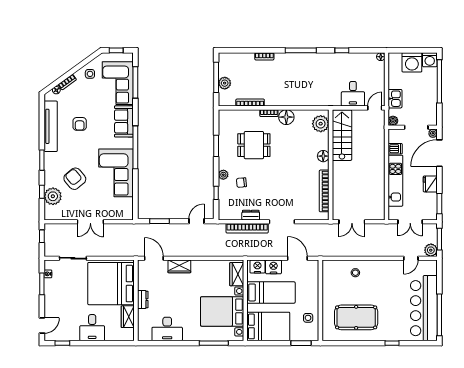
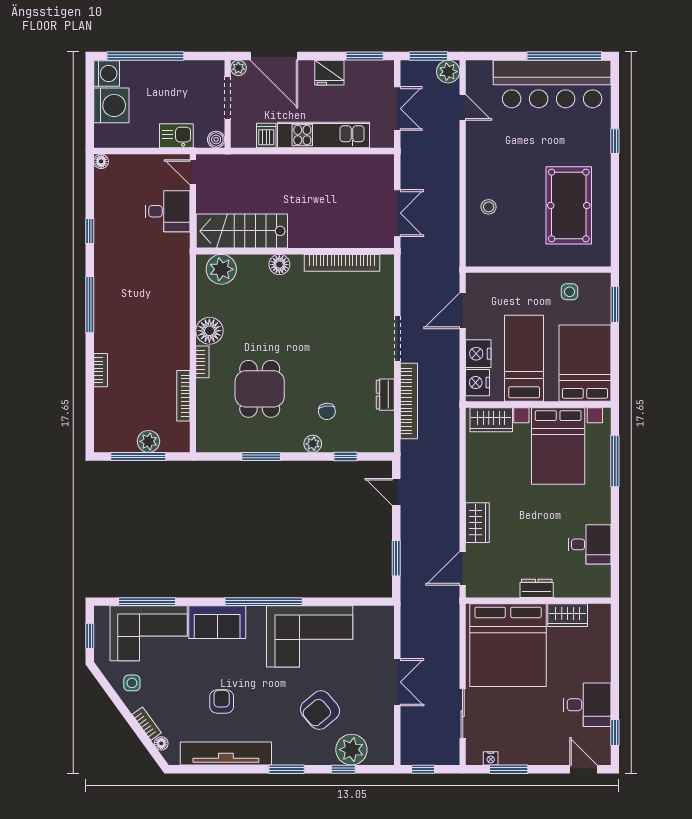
armchair: (80, 124) -> (222, 702), turned -90
desk: (92, 328) -> (587, 705), moved
desk: (167, 329) -> (590, 544), width x0.73

